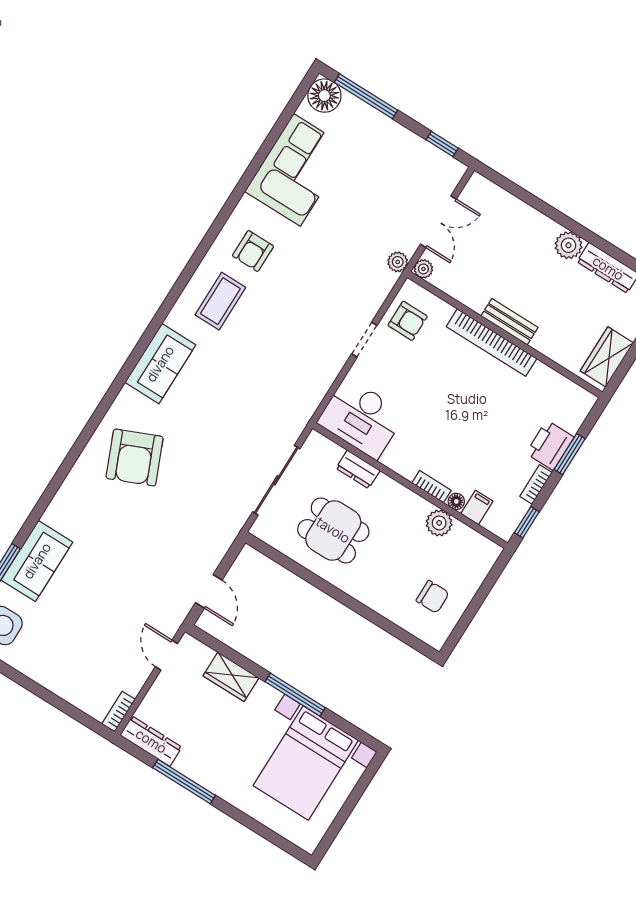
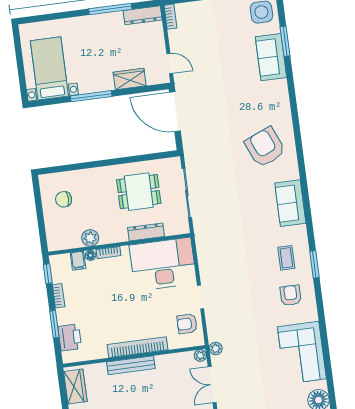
window: (193, 265) -> (314, 264), added
coffee table: (220, 301) -> (286, 258), width x0.73, depth x0.77
bench: (509, 322) -> (131, 365), width x1.36
desk: (361, 418) -> (163, 264), width x1.36, depth x1.30
printer: (550, 445) -> (70, 337), moved
dresser: (358, 469) -> (146, 232), width x1.44
door: (209, 591) -> (175, 112), width x1.88
bed with nightstands: (306, 763) -> (49, 68), width x0.73

